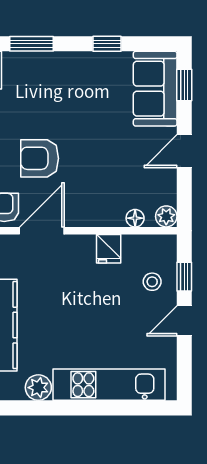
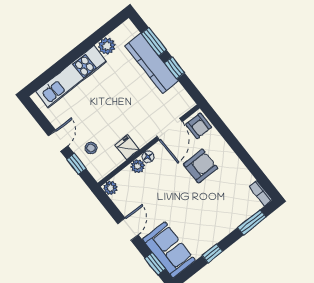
plant: (114, 217) -> (138, 166), added
floor lamp: (135, 218) -> (148, 157), moved

